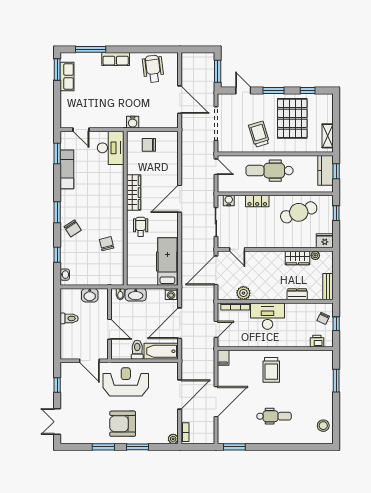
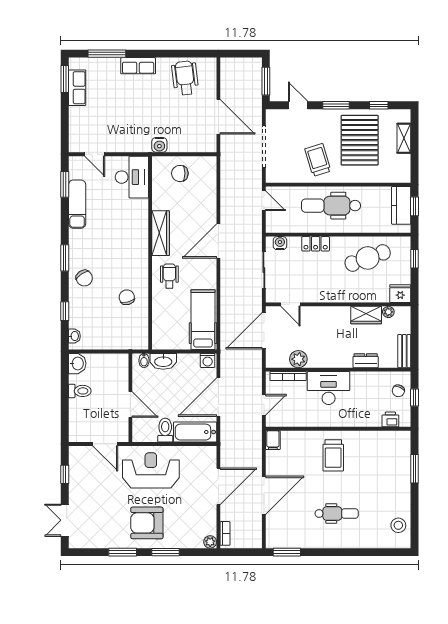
shelving: (328, 136) -> (404, 138), moved
washbasin: (90, 295) -> (77, 364), moved, turned -90

